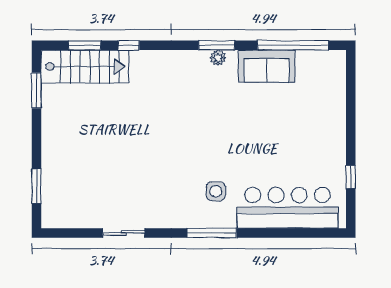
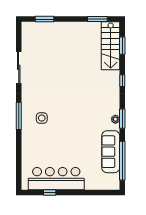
window: (129, 45) -> (122, 81), moved
sofa: (267, 66) -> (111, 152), width x1.36
bar counter: (288, 208) -> (56, 179), moved, turned -90
sliding door: (124, 233) -> (19, 67), width x1.37

